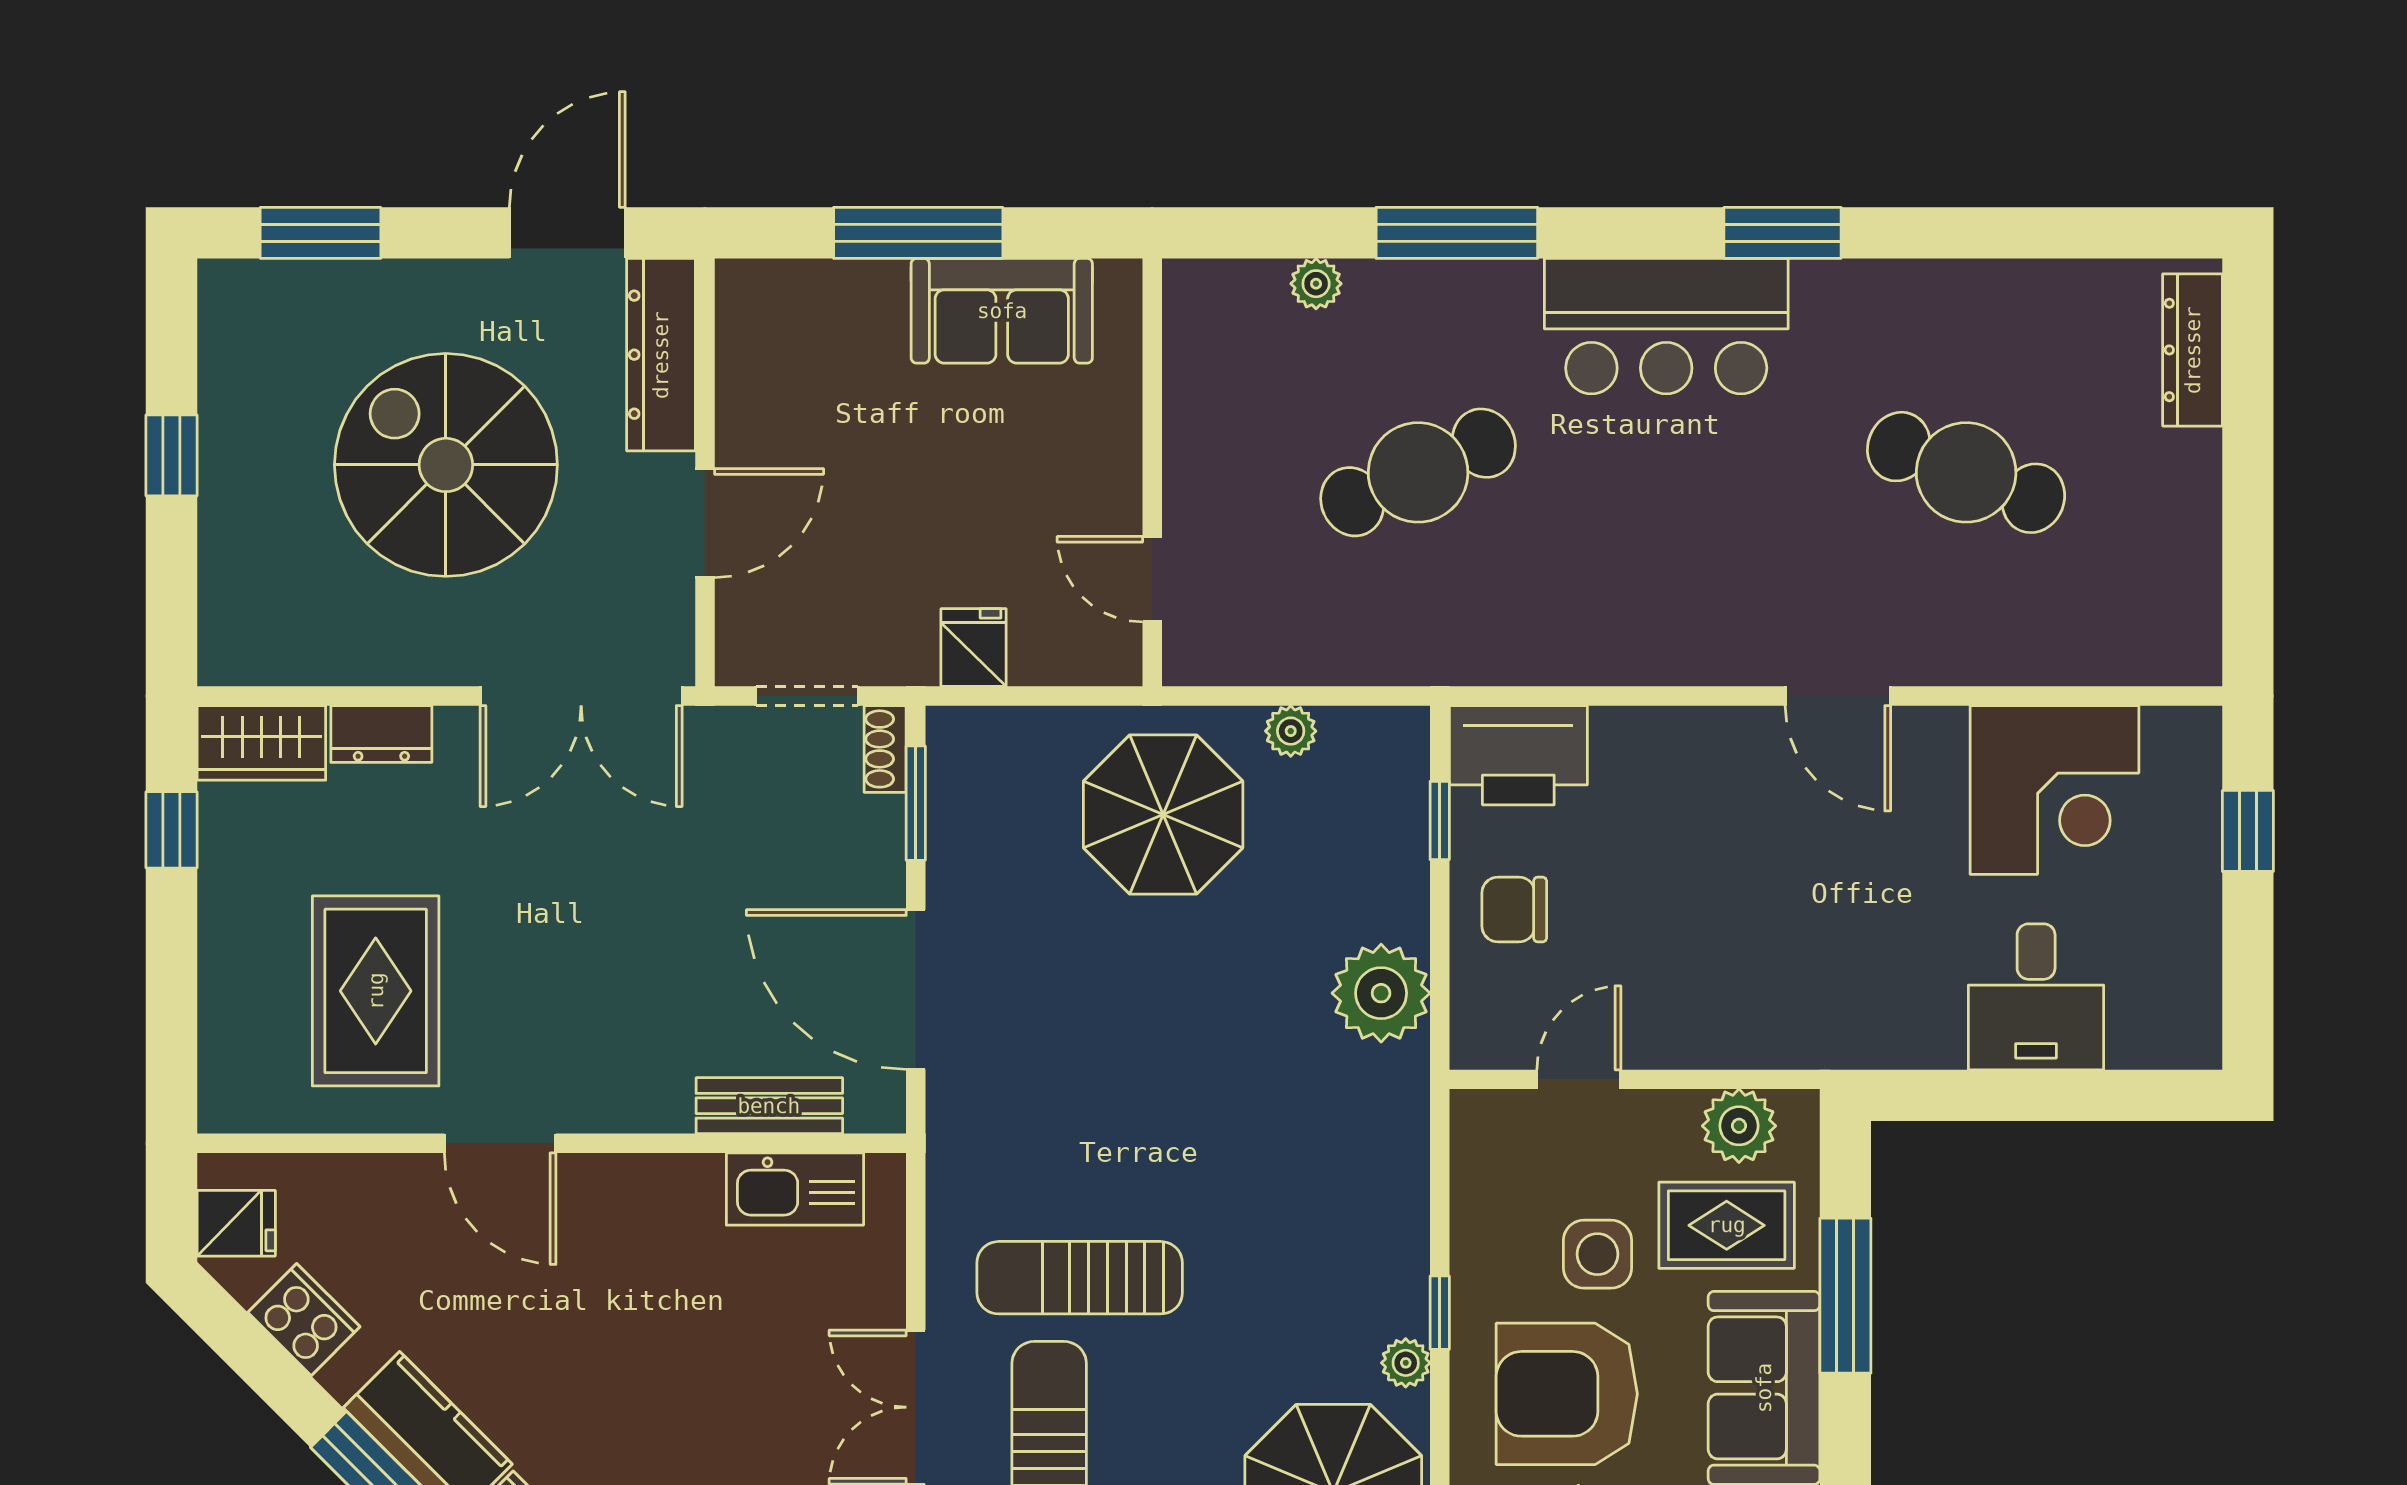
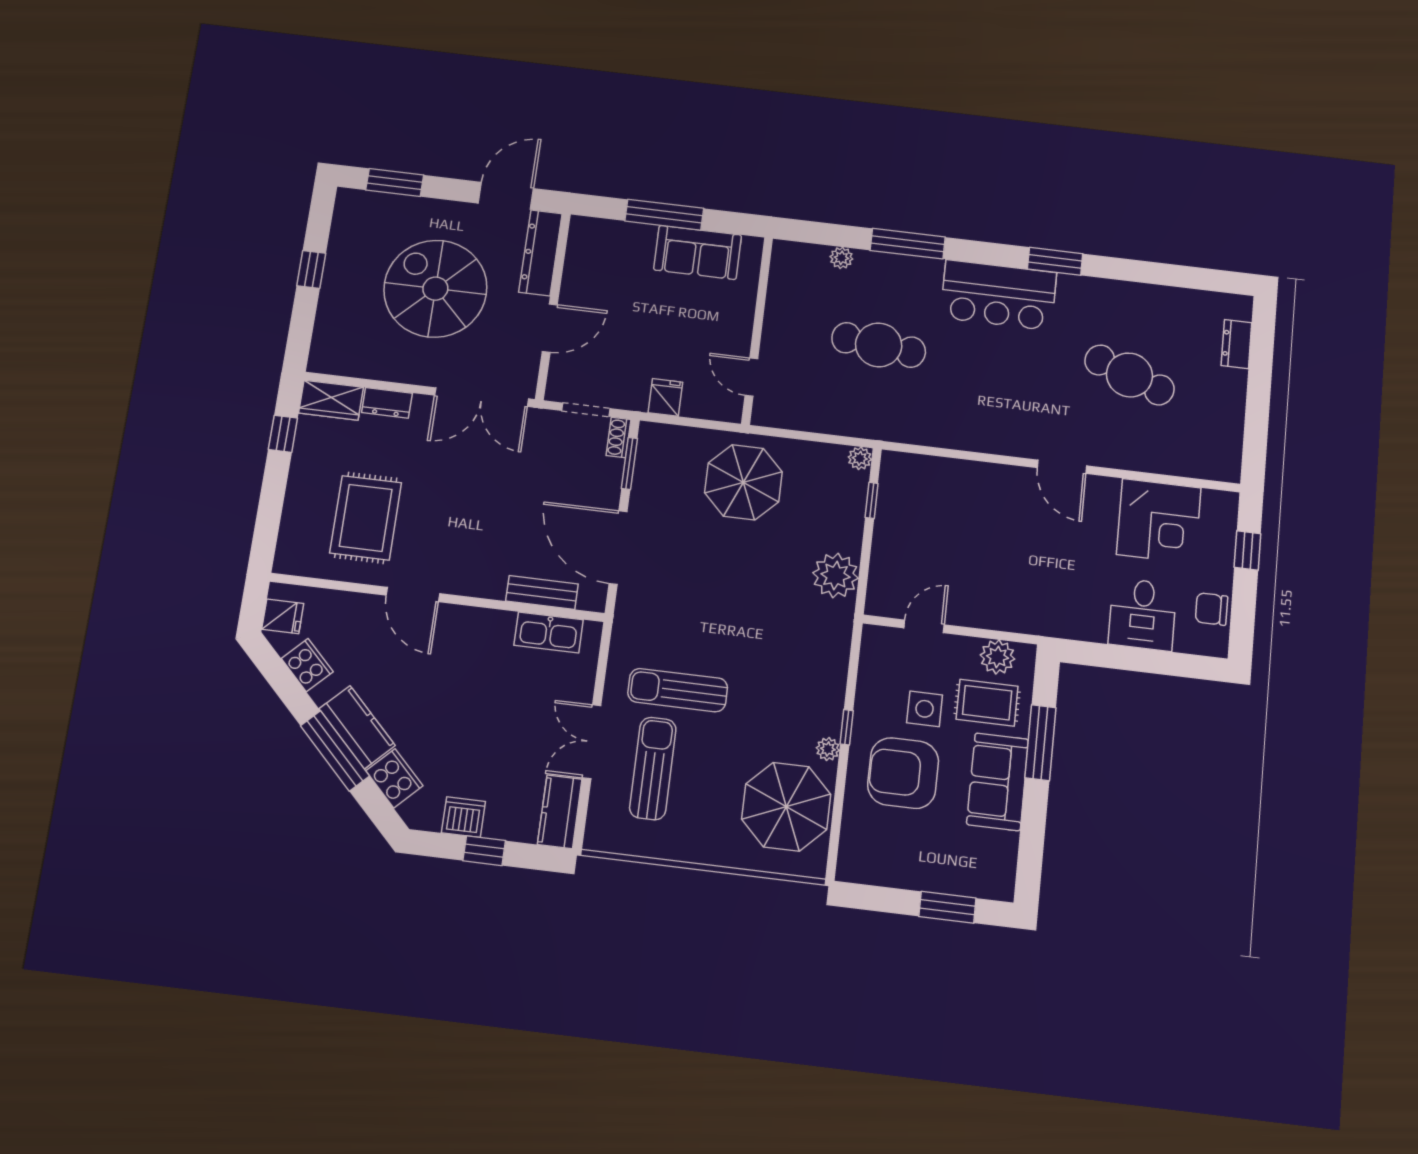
dresser: (2193, 350) -> (1236, 344), width x0.70
cafe table: (1418, 472) -> (879, 345), turned 30
plant: (1291, 731) -> (860, 458), moved
printer: (1518, 755) -> (911, 475), removed
chair: (1514, 909) -> (1212, 609), moved

